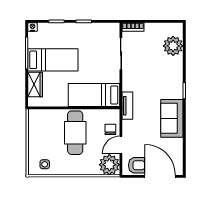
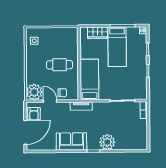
plant: (173, 46) -> (107, 142), moved
cafe table: (75, 133) -> (59, 65), width x0.73, depth x0.74

